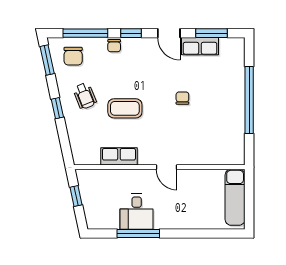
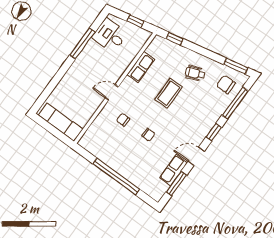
chair: (114, 46) -> (123, 120), moved
window: (57, 108) -> (175, 39), moved
desk: (137, 212) -> (110, 35), moved

